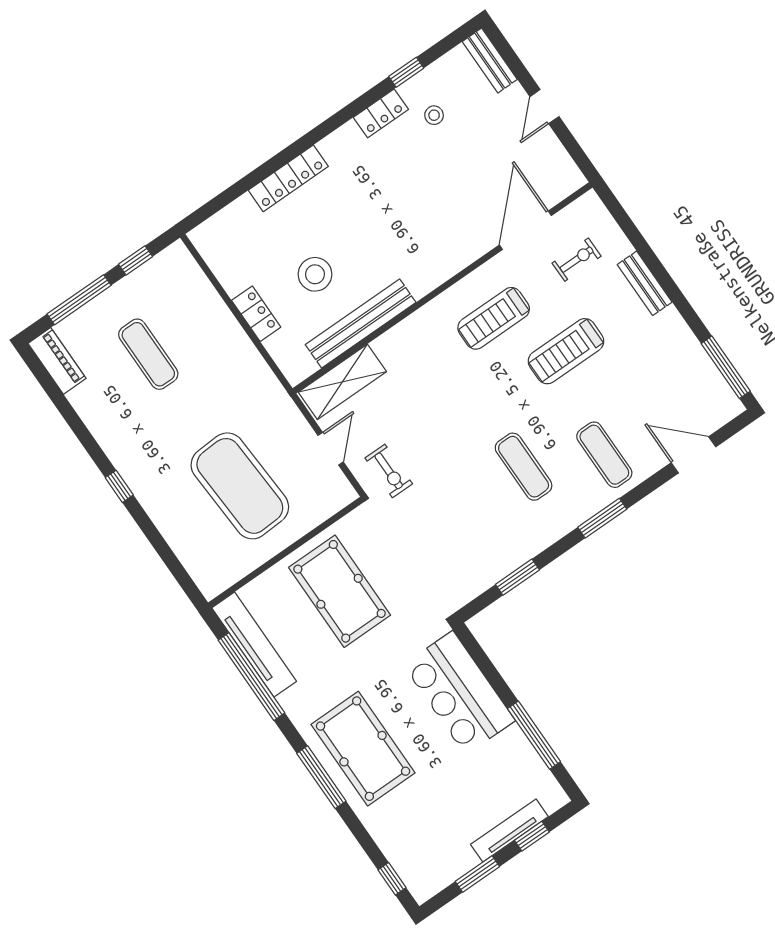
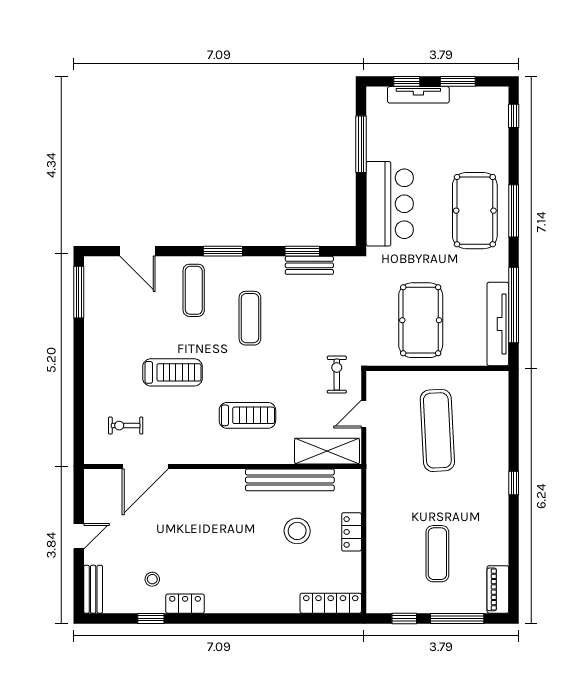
locker: (288, 178) -> (331, 603), moved
bench: (645, 283) -> (309, 265), moved, turned 90
treadmill: (494, 318) -> (247, 415), moved
exercise mat: (240, 486) -> (437, 430), width x0.68

